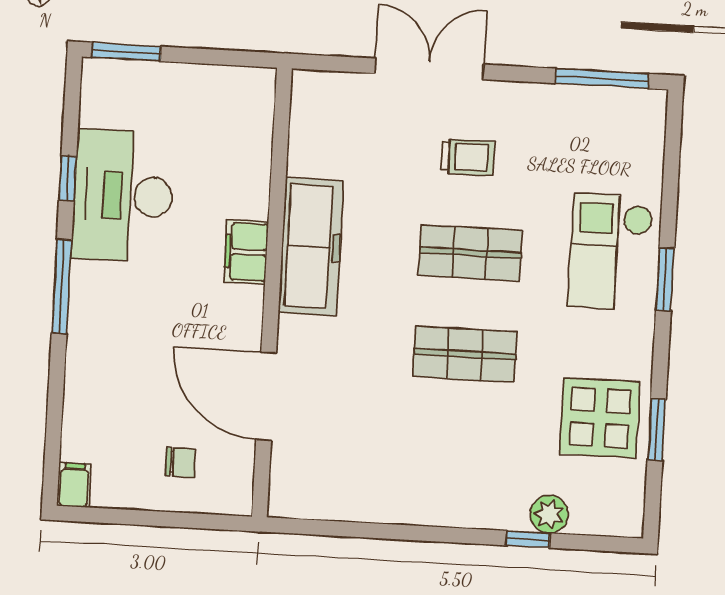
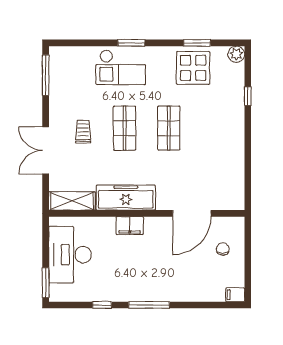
shelving: (310, 123) -> (72, 201), added
desk: (123, 196) -> (70, 255), moved, turned 90
plant: (549, 514) -> (236, 54), moved

